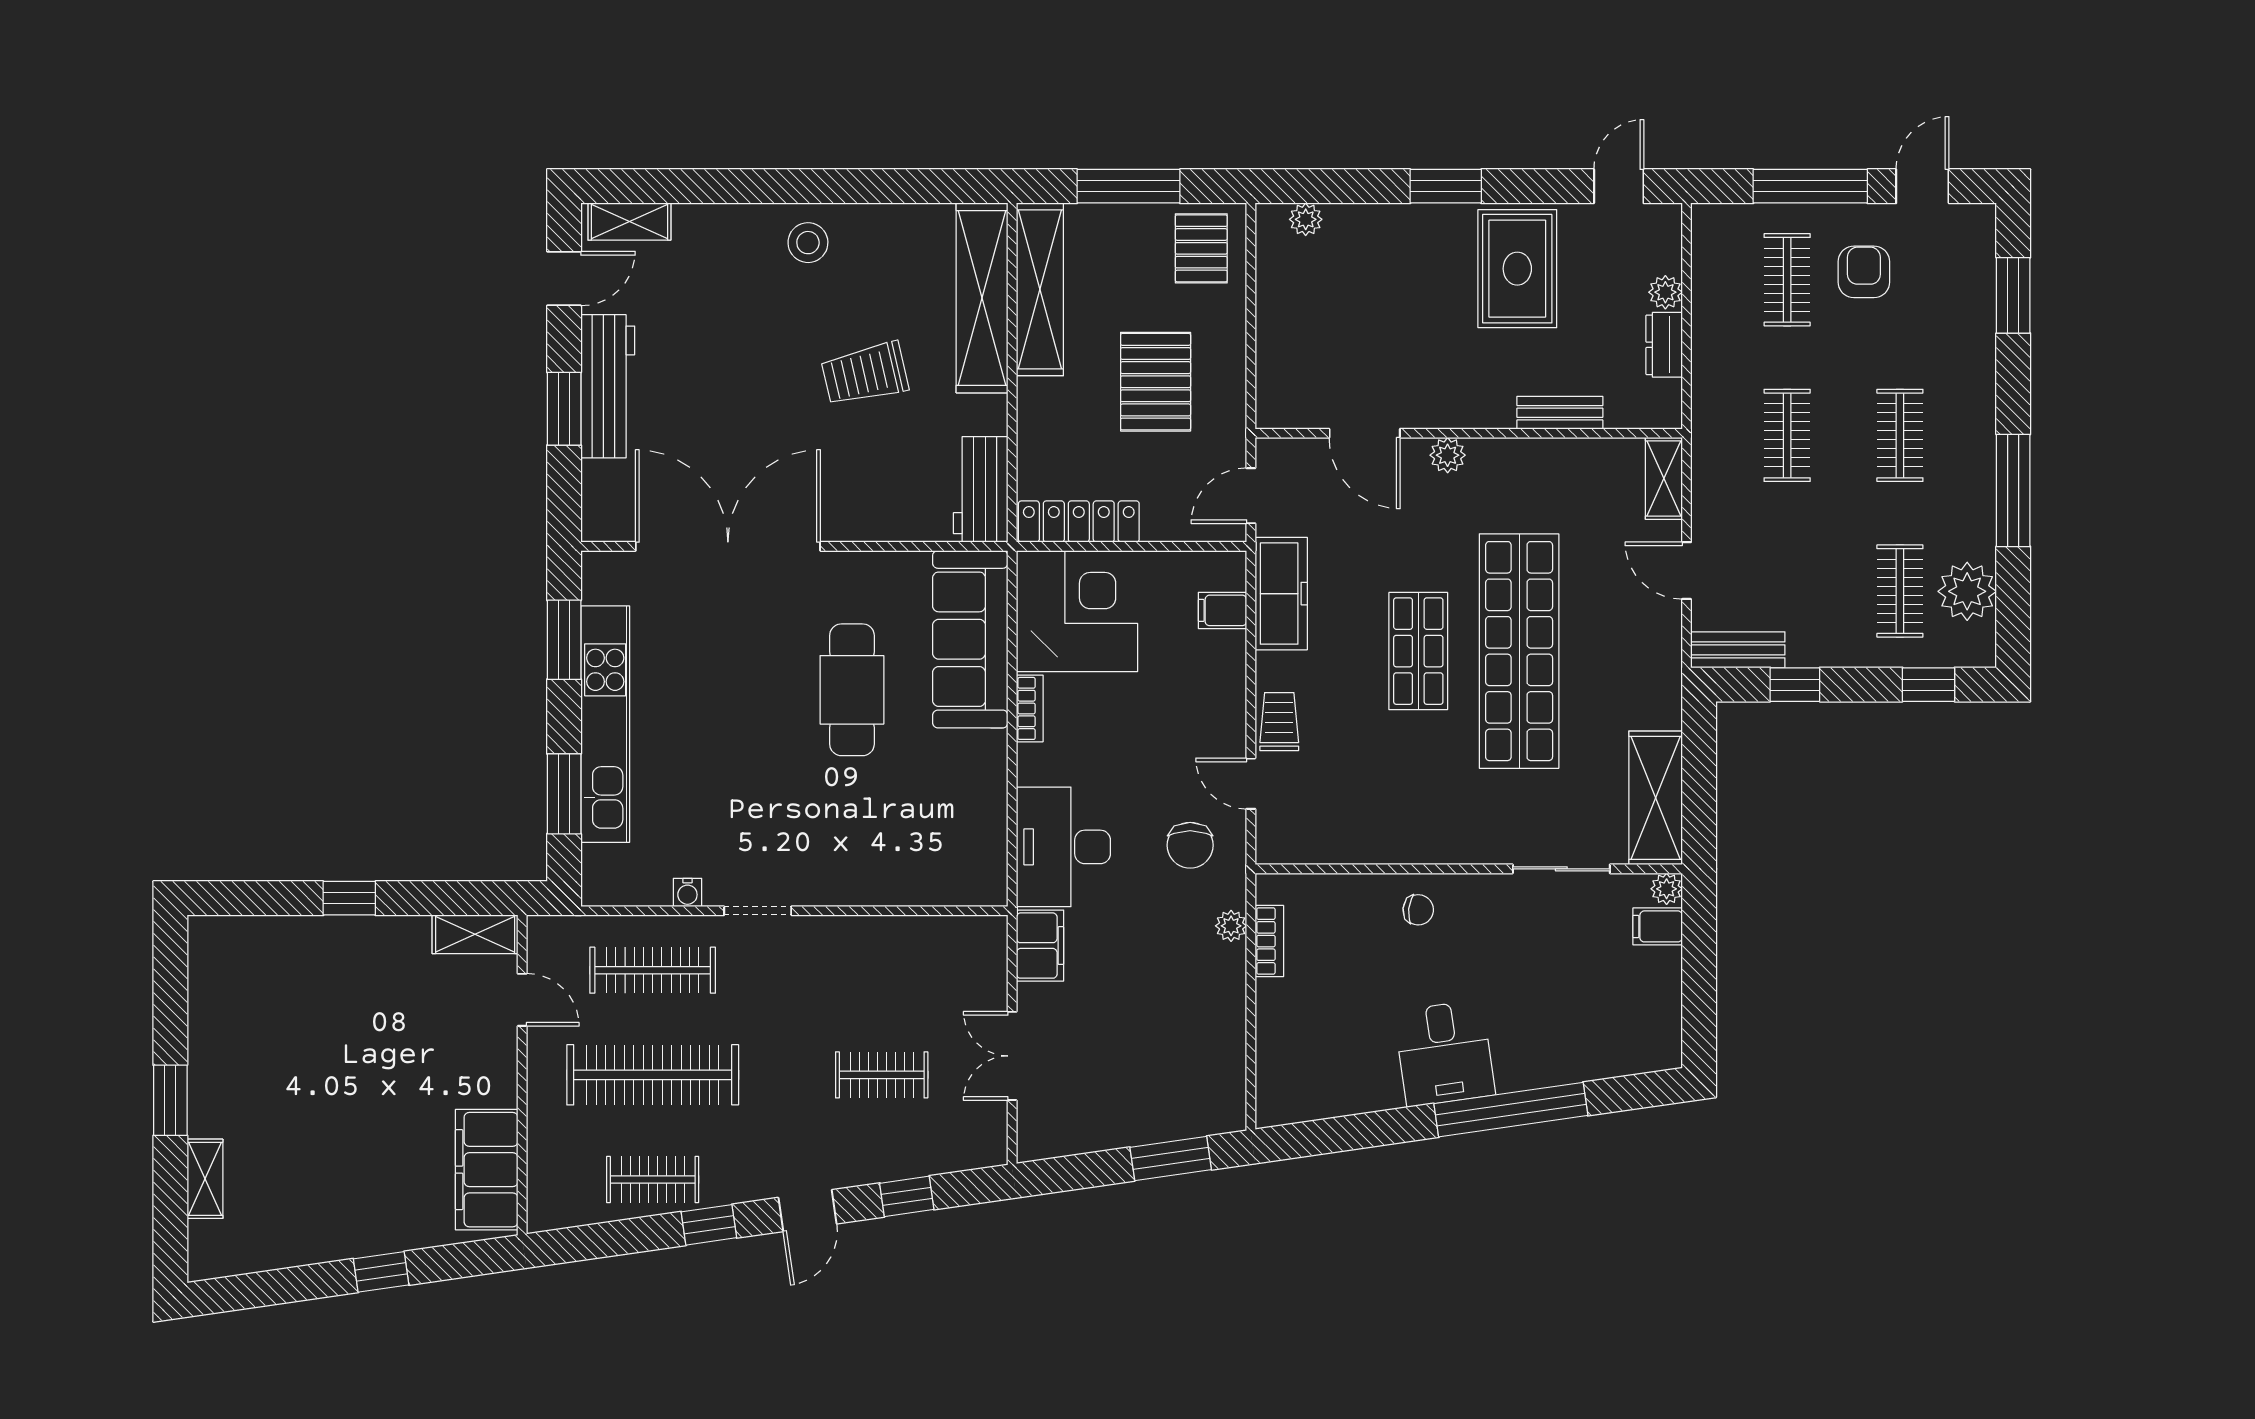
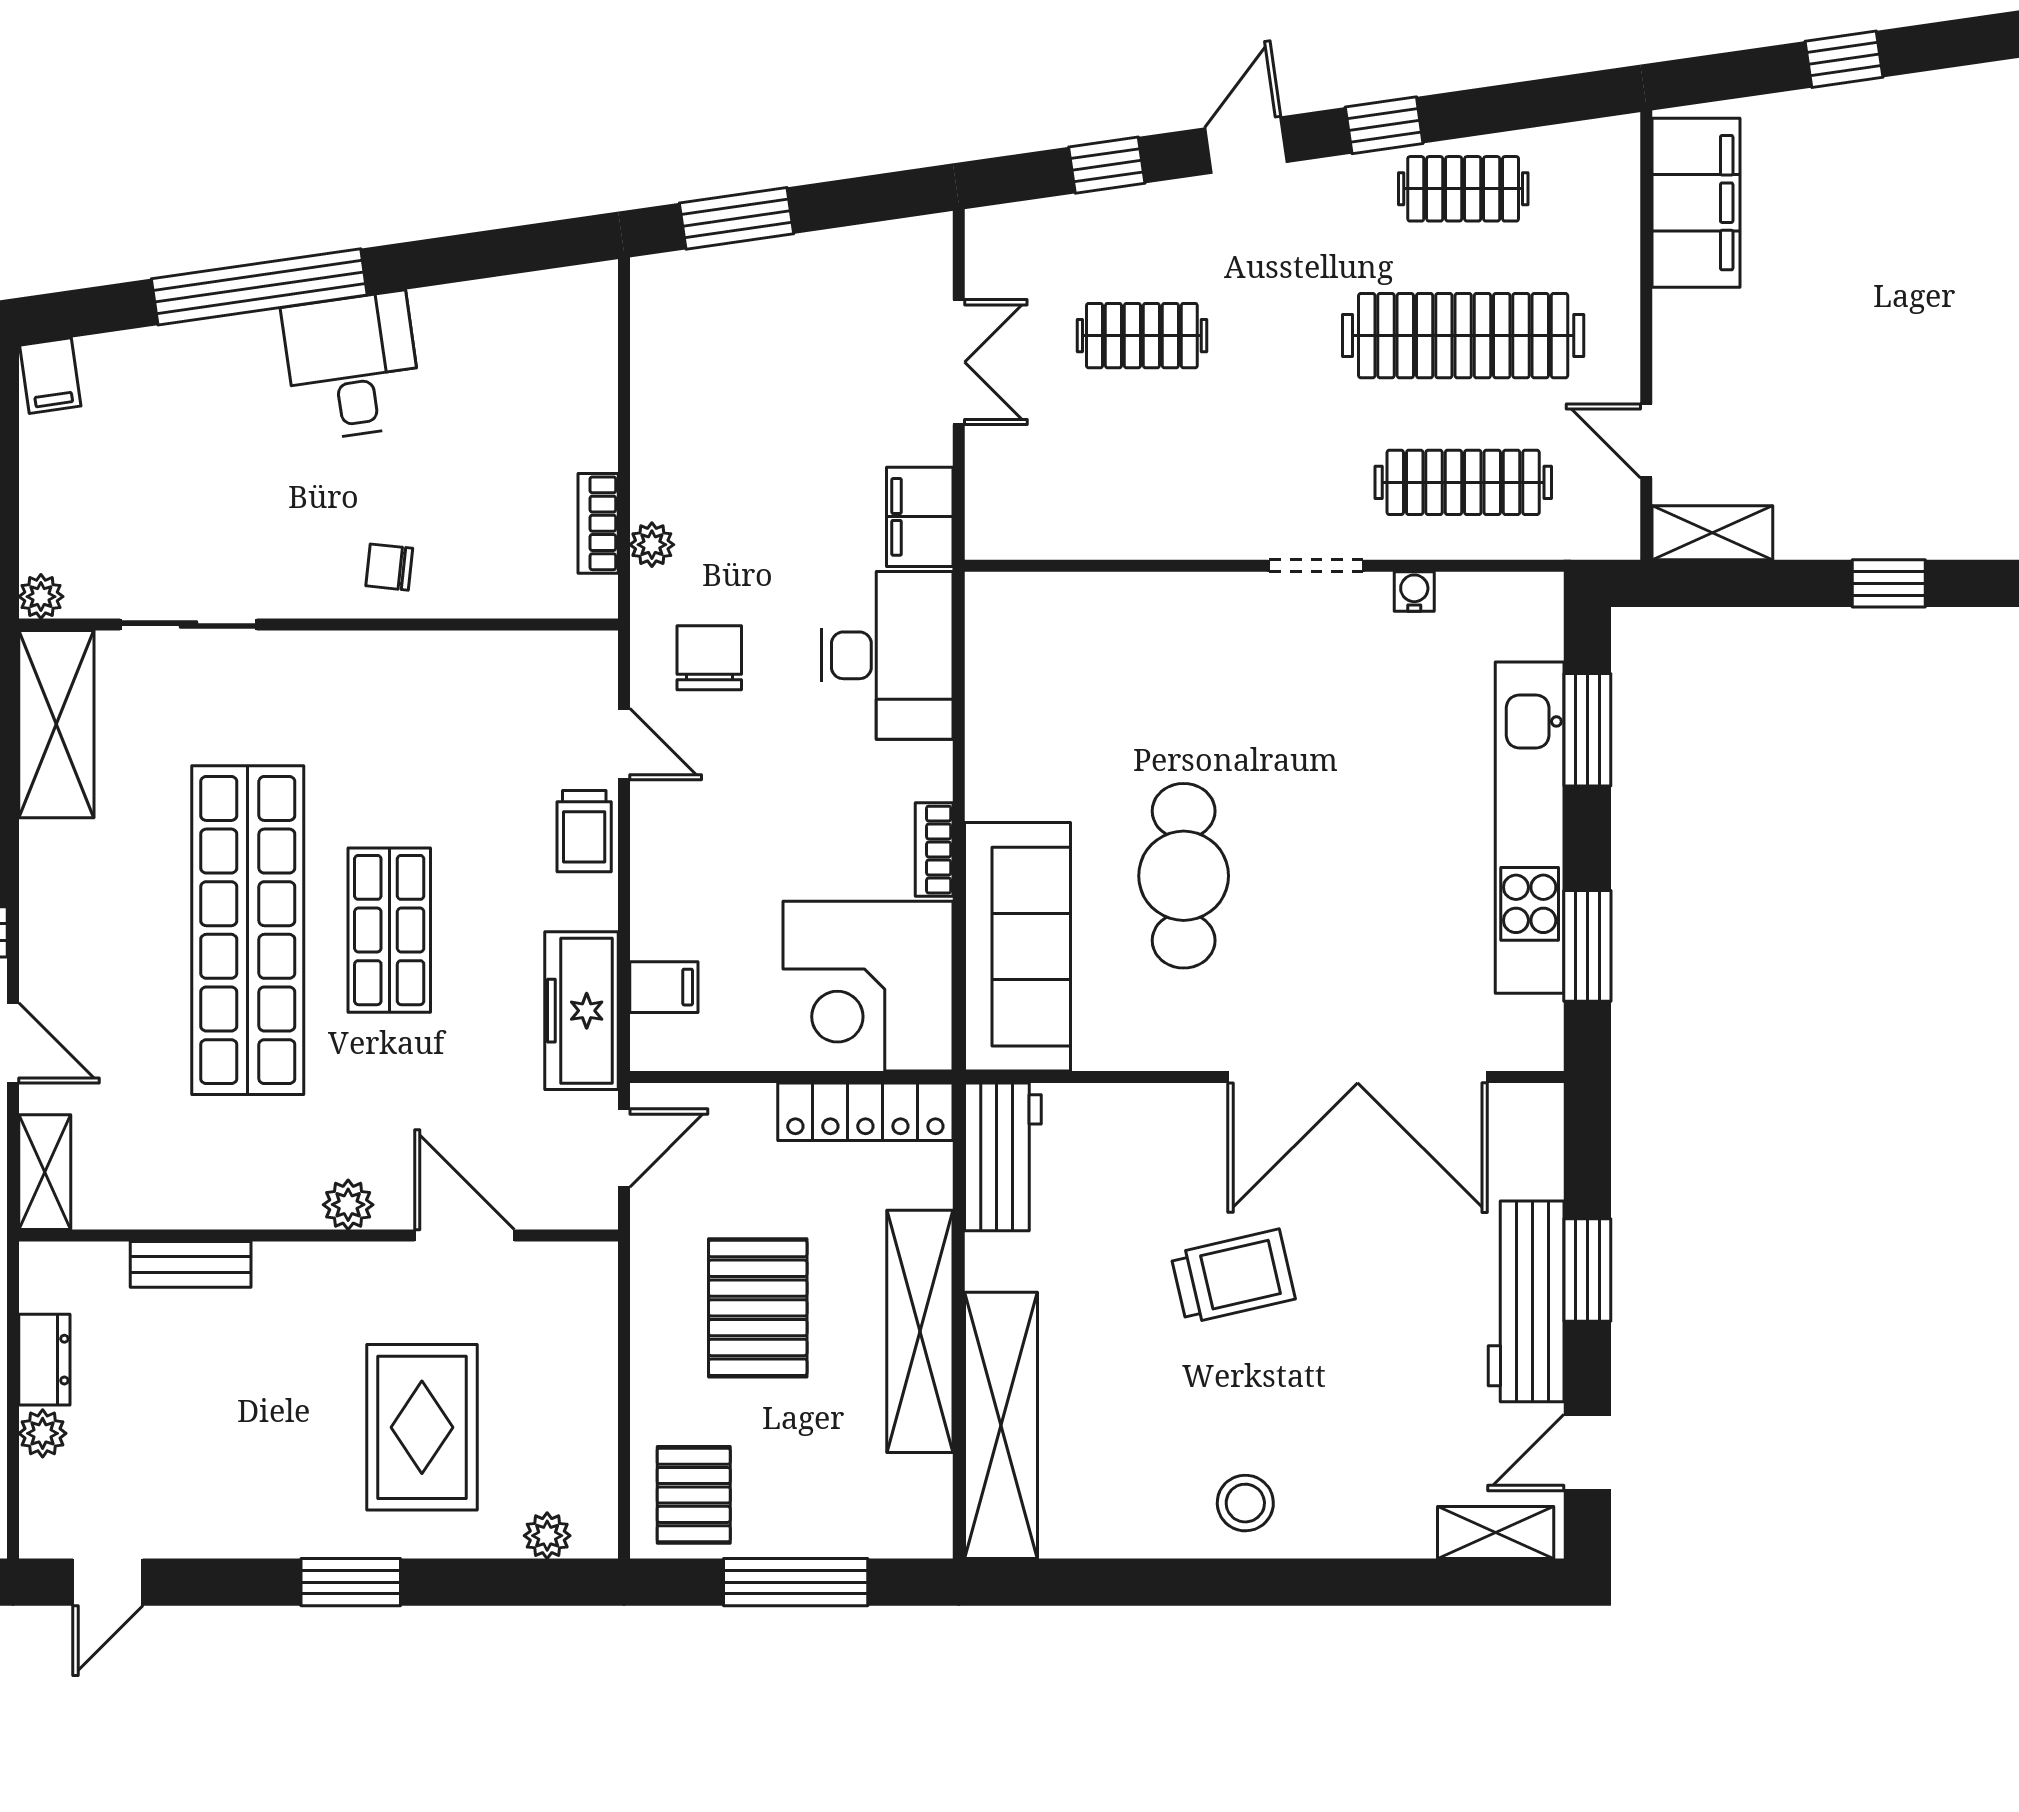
rug: (1517, 269) -> (422, 1427), moved
shelving: (1040, 289) -> (920, 1331), moved
trolley: (865, 374) -> (1233, 1276), moved
filing cabinet: (1658, 926) -> (50, 376), moved, turned 82

